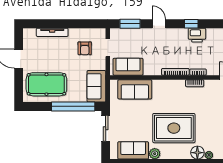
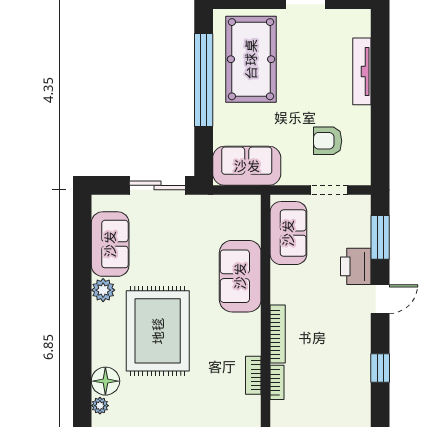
printer: (197, 35) -> (356, 266), moved
sofa: (135, 89) -> (240, 276), moved
window: (73, 106) -> (204, 80), moved

